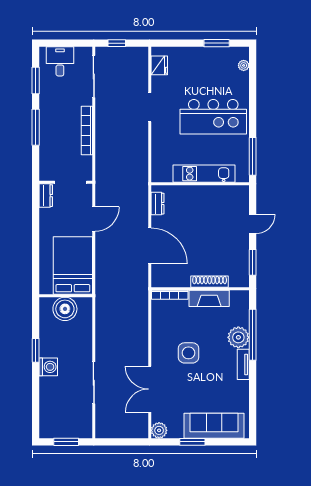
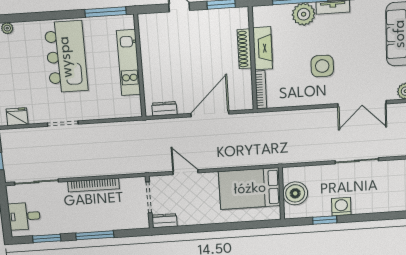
bed: (73, 265) -> (250, 189), moved
wall: (66, 296) -> (281, 193), moved
boiler: (65, 309) -> (295, 193), moved

